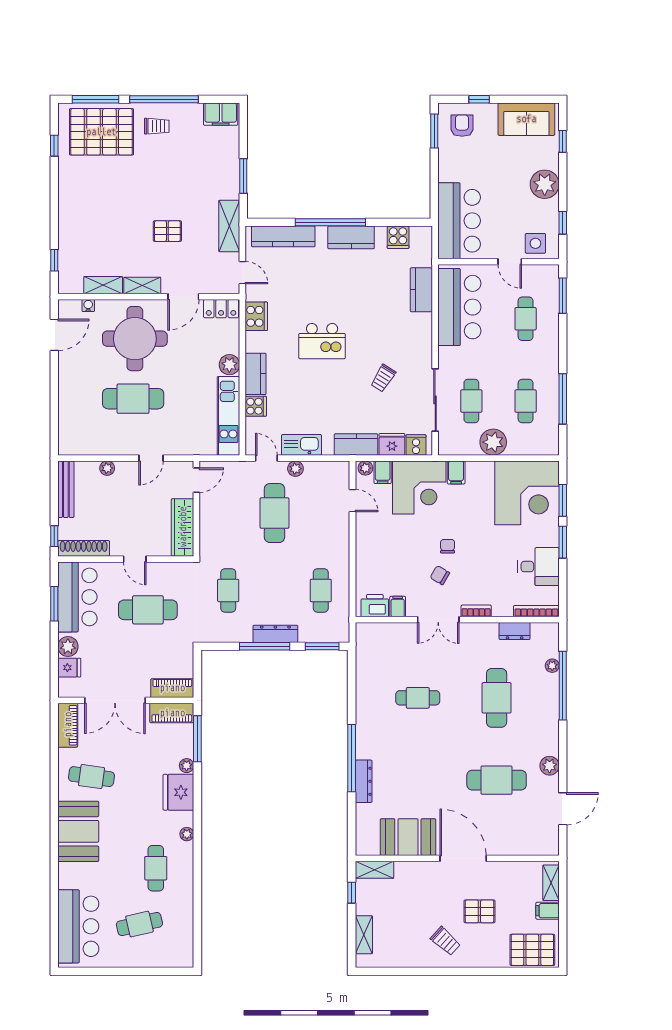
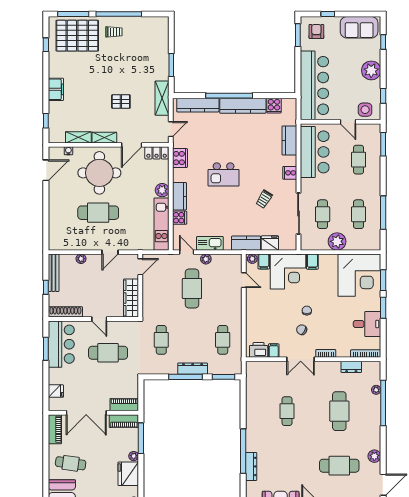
filing cabinet: (221, 114) -> (56, 89), moved, turned -90
bar counter: (459, 221) -> (314, 85), width x1.36
kitchen counter: (351, 237) -> (243, 106), width x1.50
door: (242, 273) -> (171, 129), hinge flipped
cooker: (416, 445) -> (290, 173), moved, turned -90
window: (54, 536) -> (46, 287), moved
plant: (68, 647) -> (55, 377), removed
cafe table: (418, 698) -> (287, 411), turned 90

